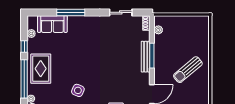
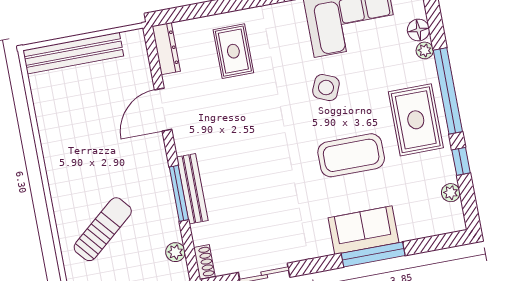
sofa: (52, 24) -> (363, 230), moved
coffee table: (72, 58) -> (351, 155), added
sun lounger: (188, 70) -> (103, 229), moved

